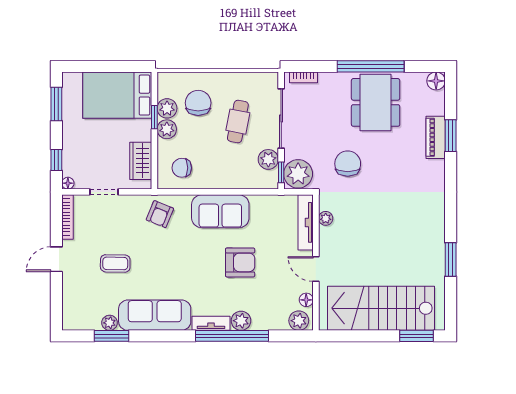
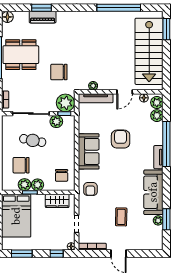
armchair: (160, 214) -> (90, 189), turned 68
window: (451, 259) -> (119, 8), width x2.11
plant: (241, 321) -> (157, 116), moved

